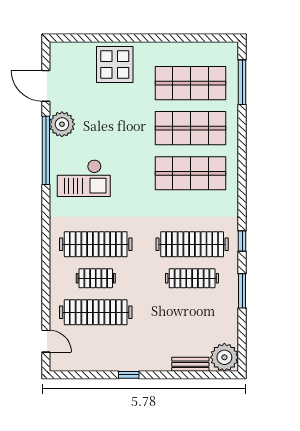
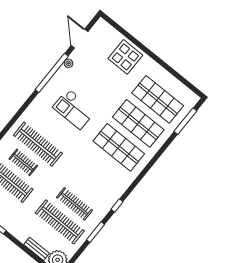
plant: (62, 124) -> (68, 63), width x0.53, depth x0.53
checkout: (84, 178) -> (74, 109), moved
clothes rail: (192, 244) -> (60, 222), moved

